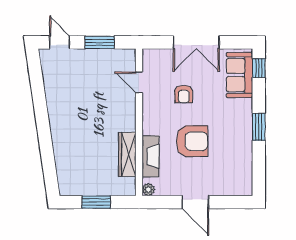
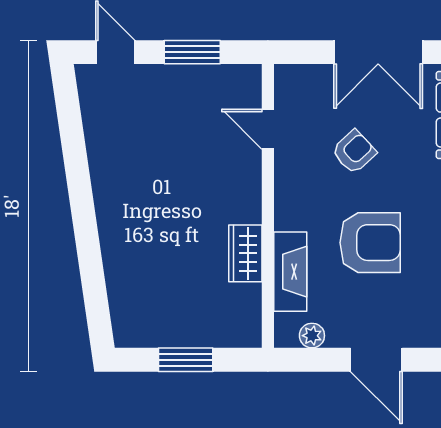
armchair: (184, 94) -> (354, 152), turned -133
wardrobe: (127, 154) -> (245, 253), width x0.67
plant: (148, 190) -> (312, 336), moved

